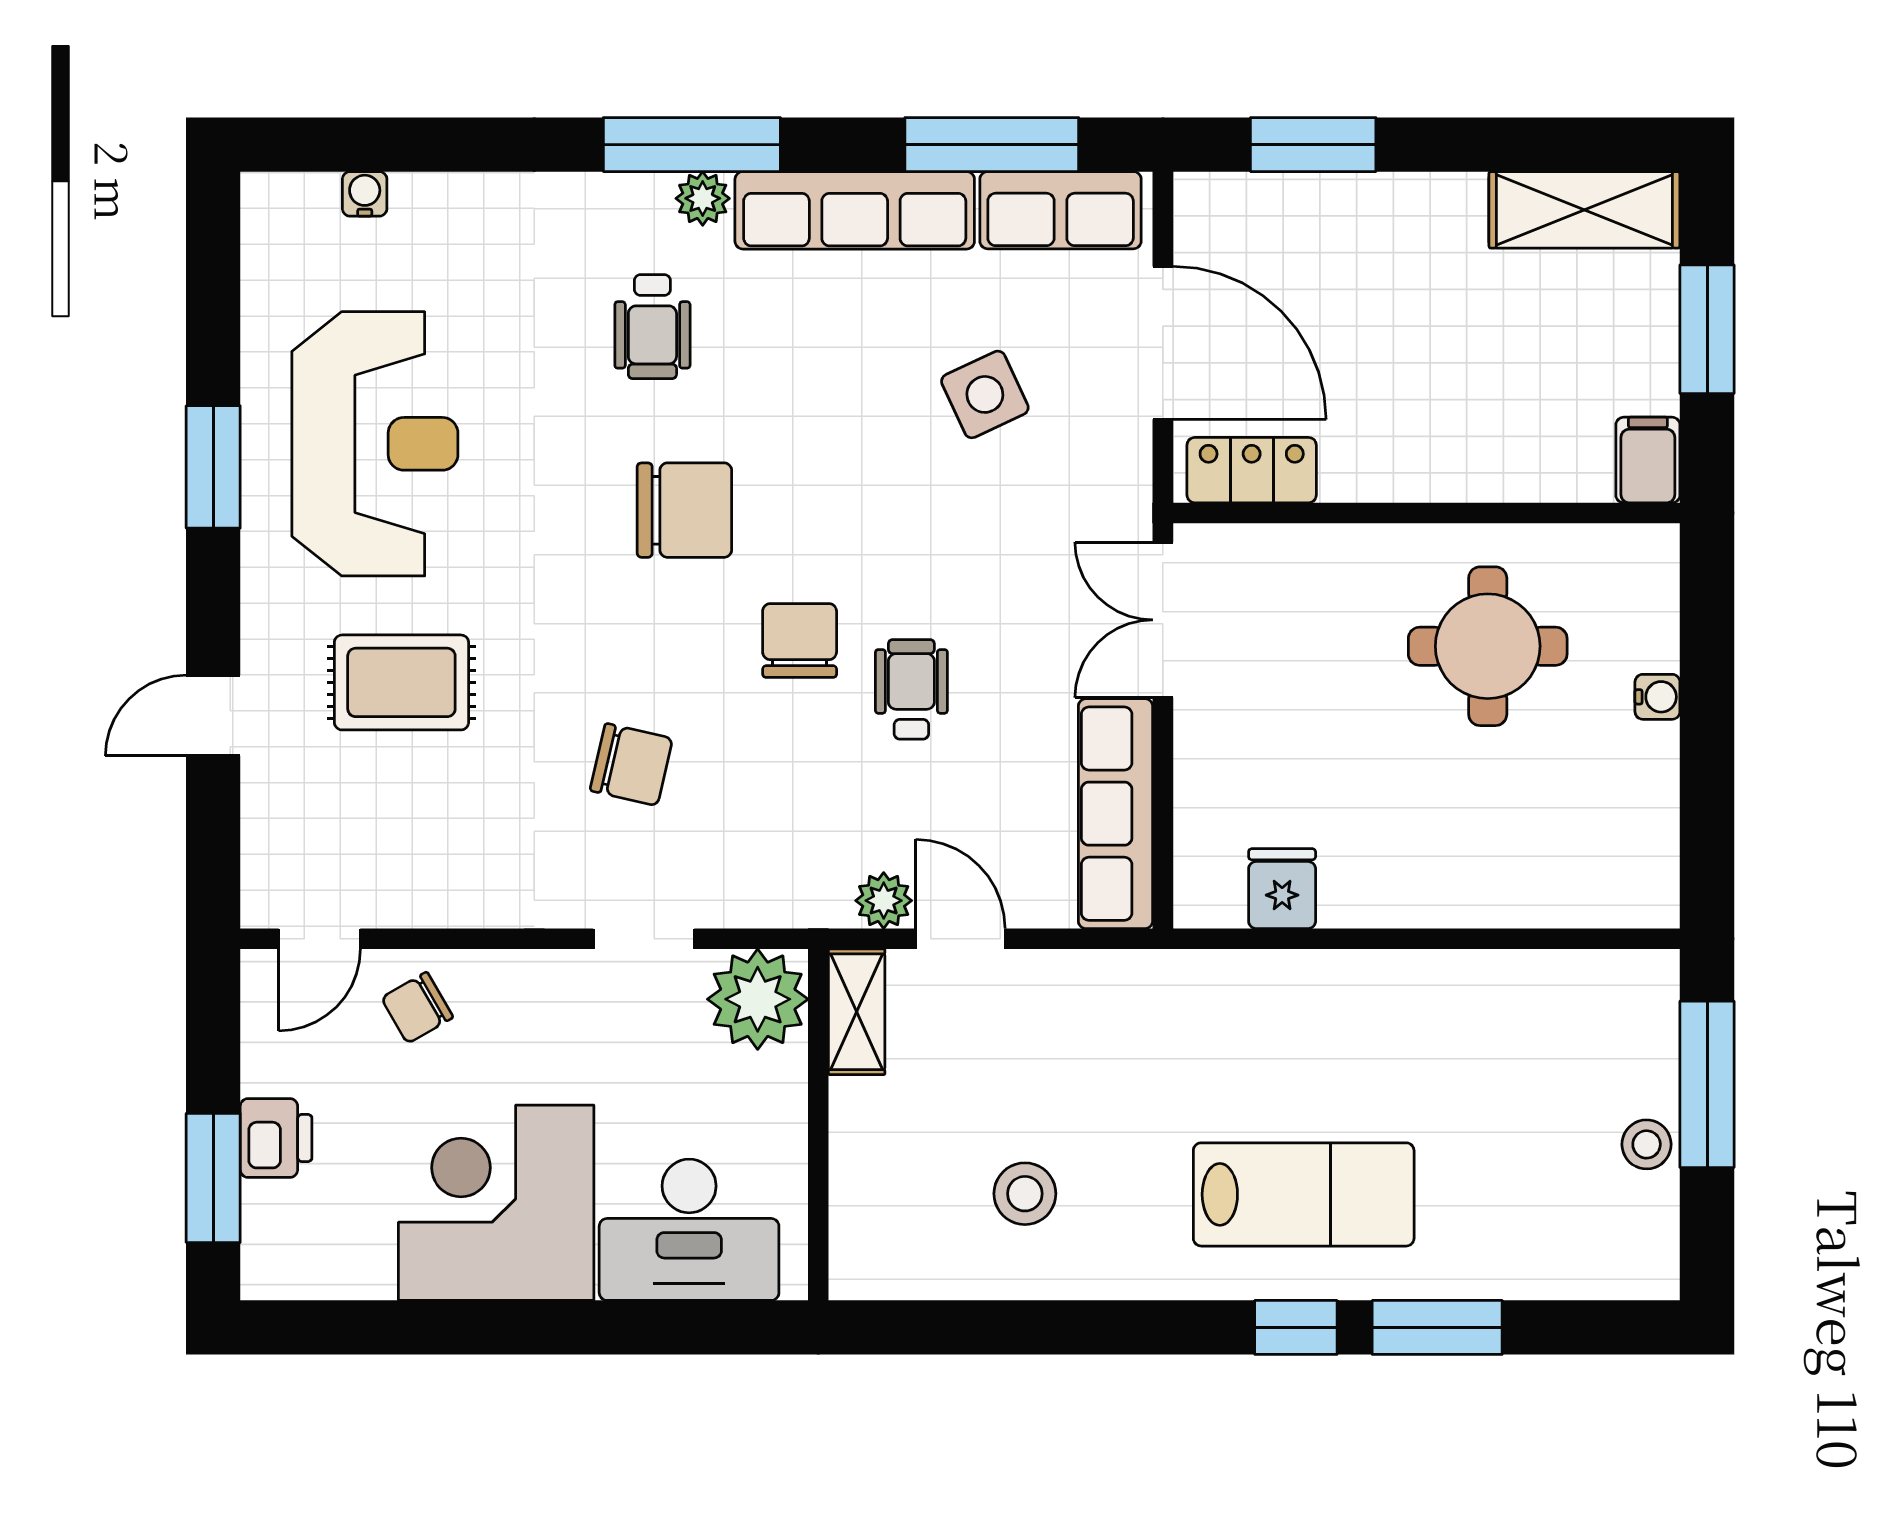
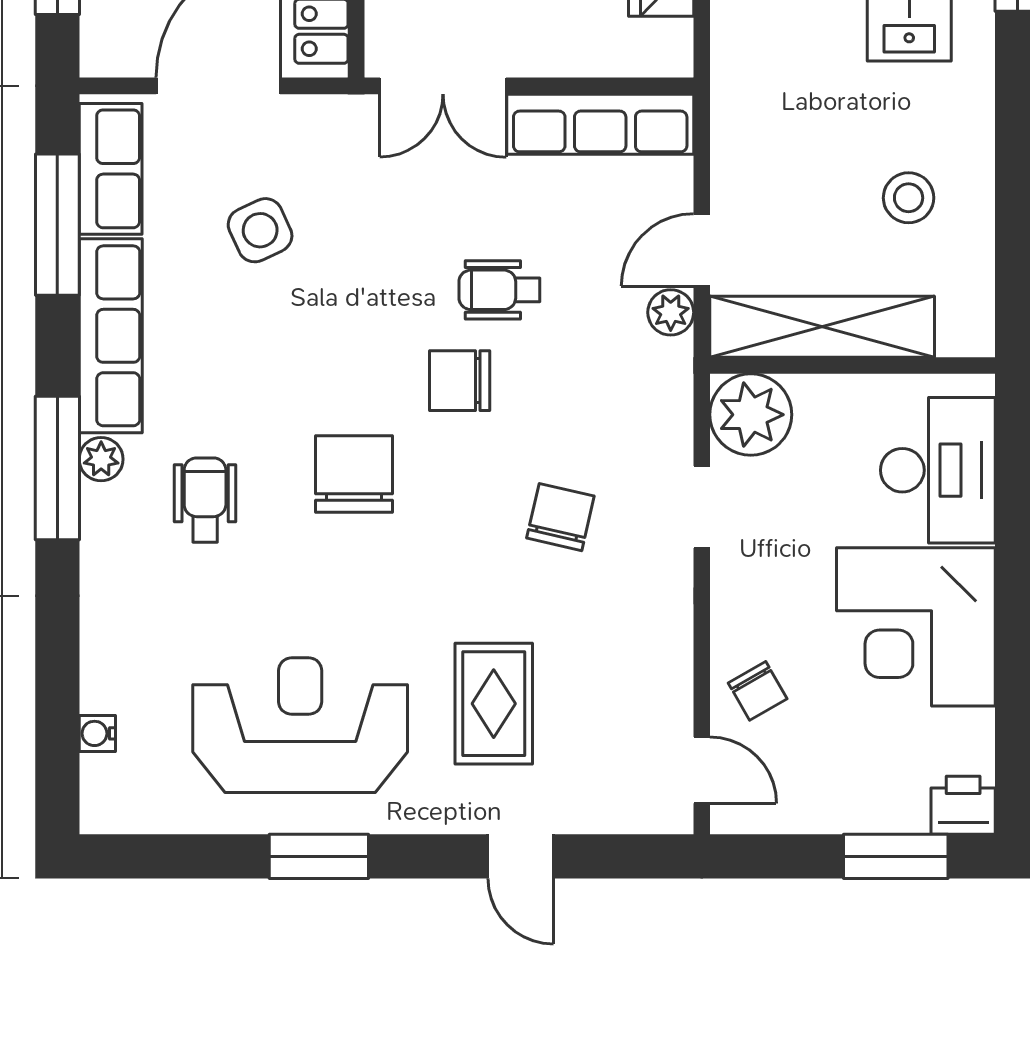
wheelchair: (652, 327) -> (205, 500), turned -90
shelving: (857, 1012) -> (822, 327), width x2.20, depth x1.33
printer: (276, 1138) -> (963, 805), moved

